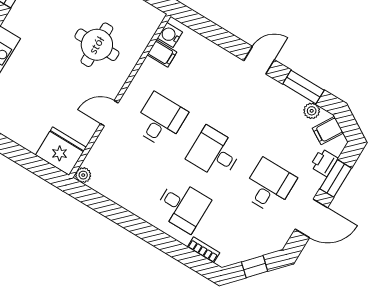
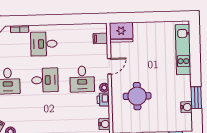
filing cabinet: (162, 53) -> (100, 38), moved
printer: (149, 71) -> (103, 100), added
plant: (83, 175) -> (104, 88), moved

